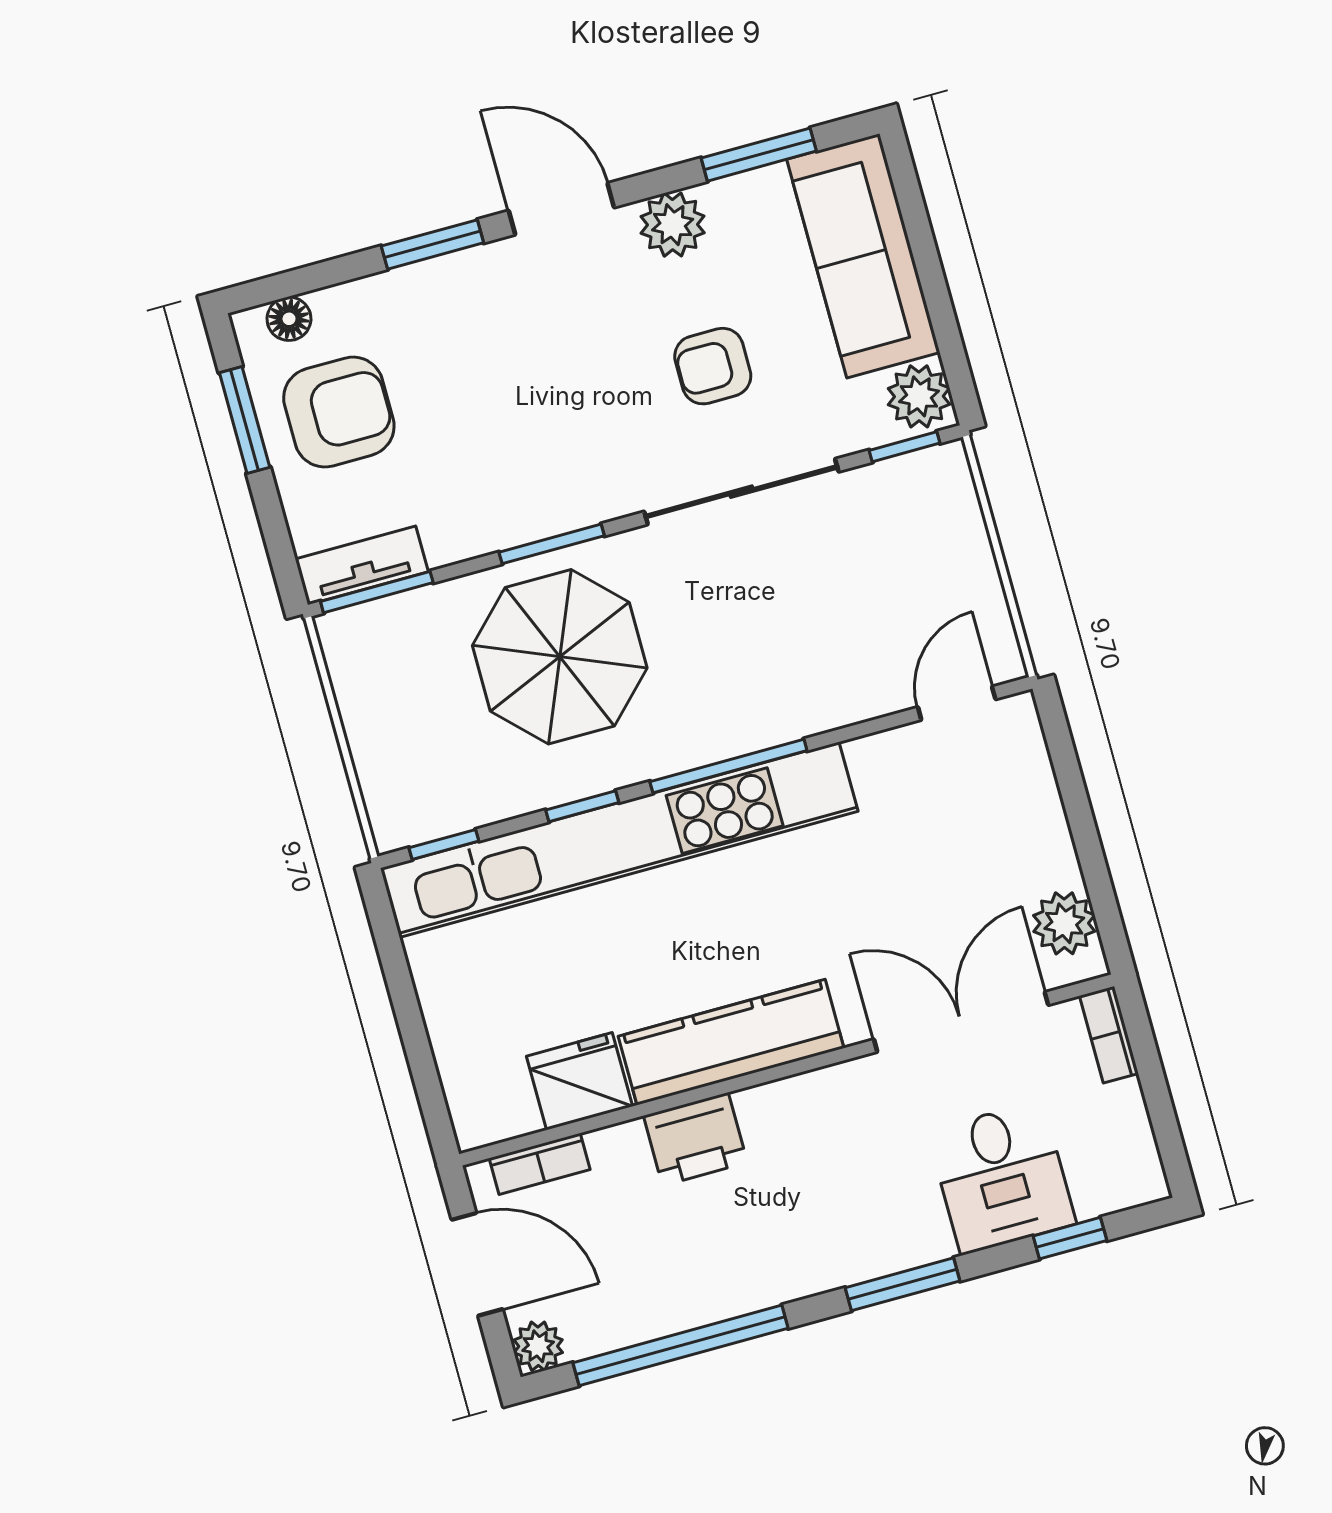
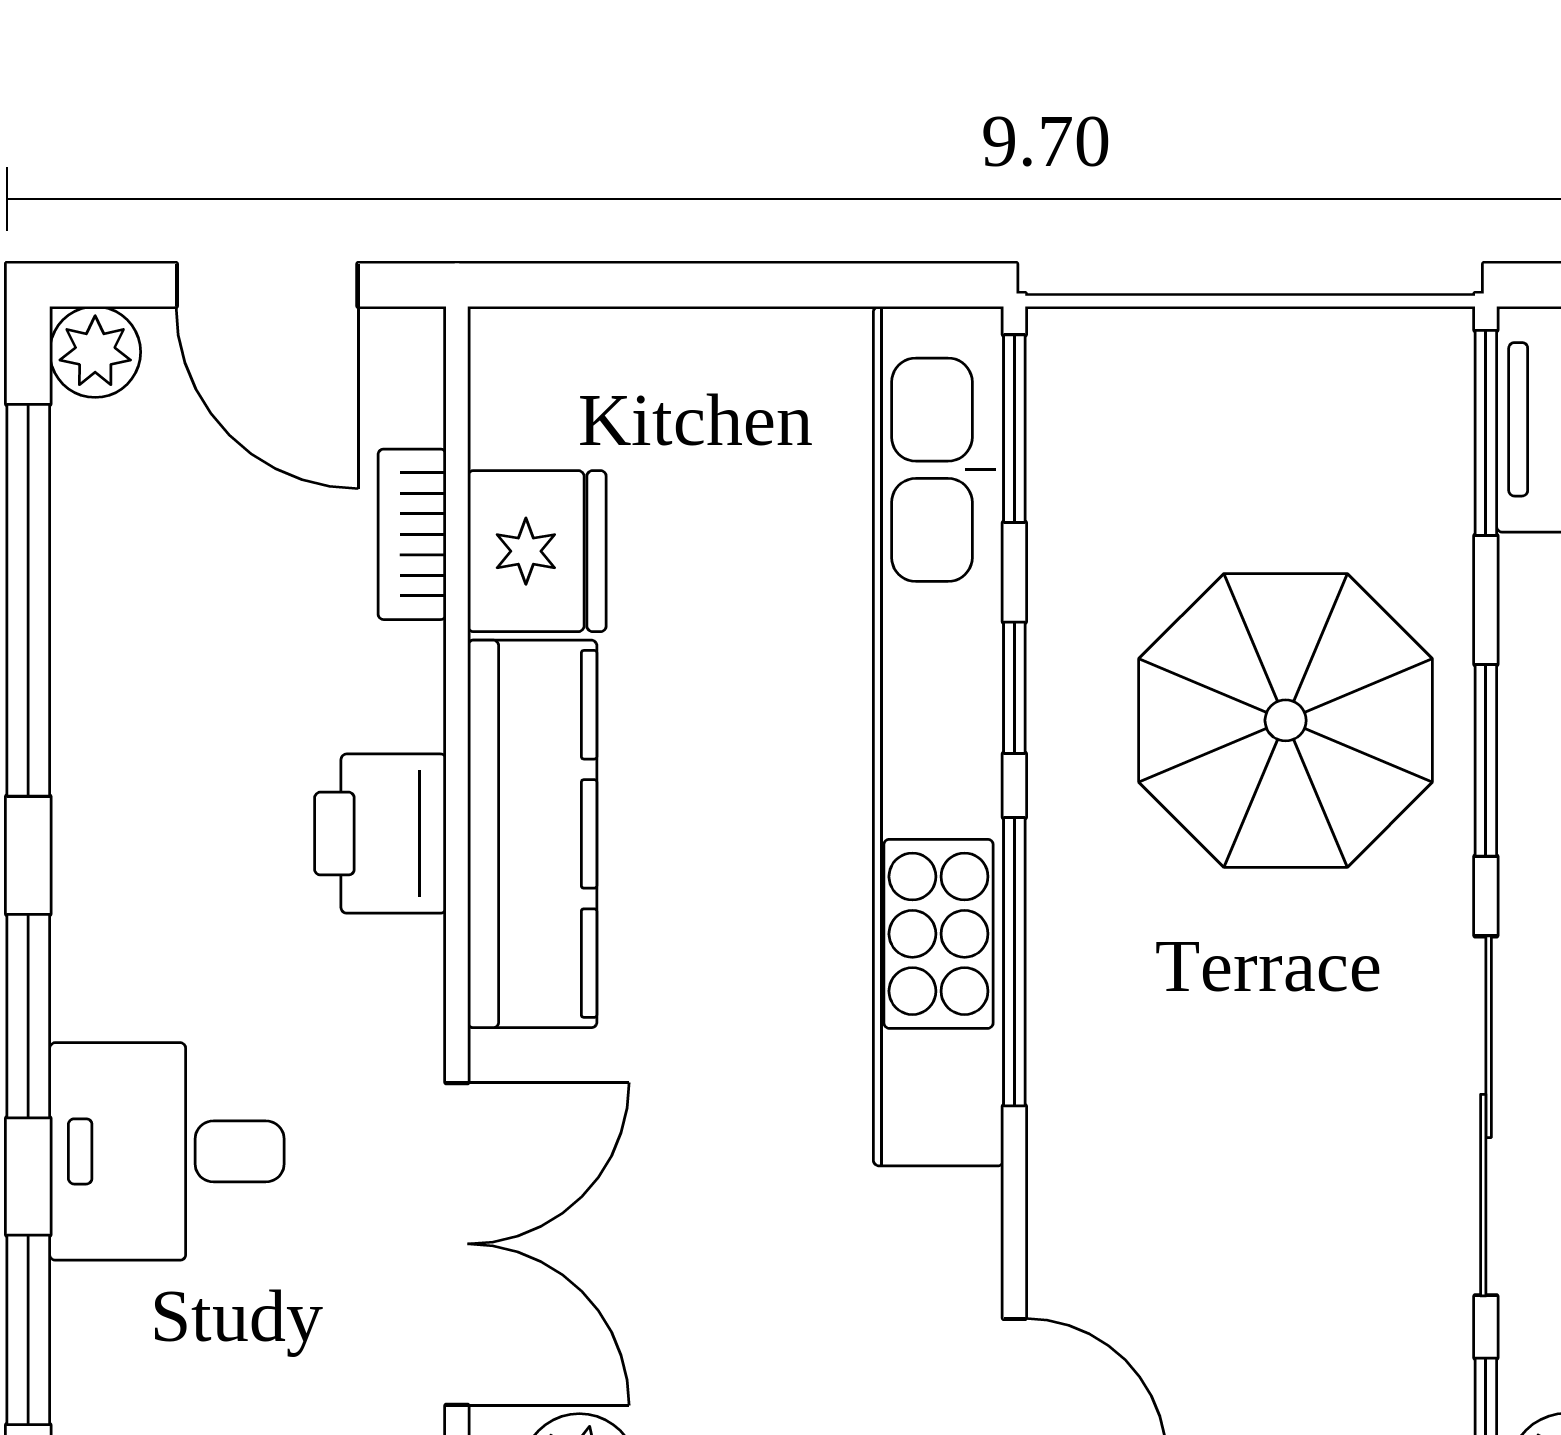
window: (444, 844) -> (1014, 429), width x1.50
printer: (695, 1139) -> (380, 834), moved
bookcase: (540, 1164) -> (412, 534), moved
desk: (1002, 1177) -> (167, 1151), moved
window: (1070, 1238) -> (28, 1330), width x1.50
door: (477, 1264) -> (267, 285), hinge flipped

